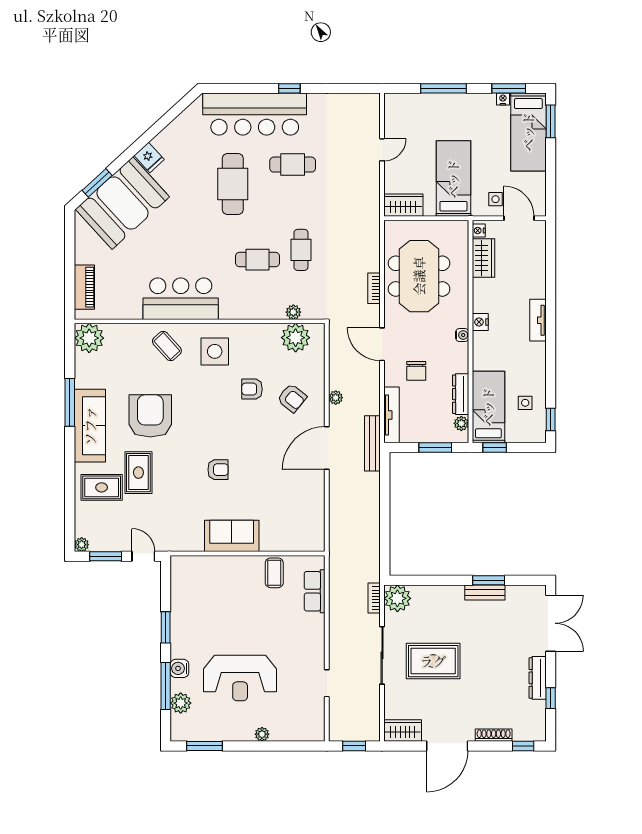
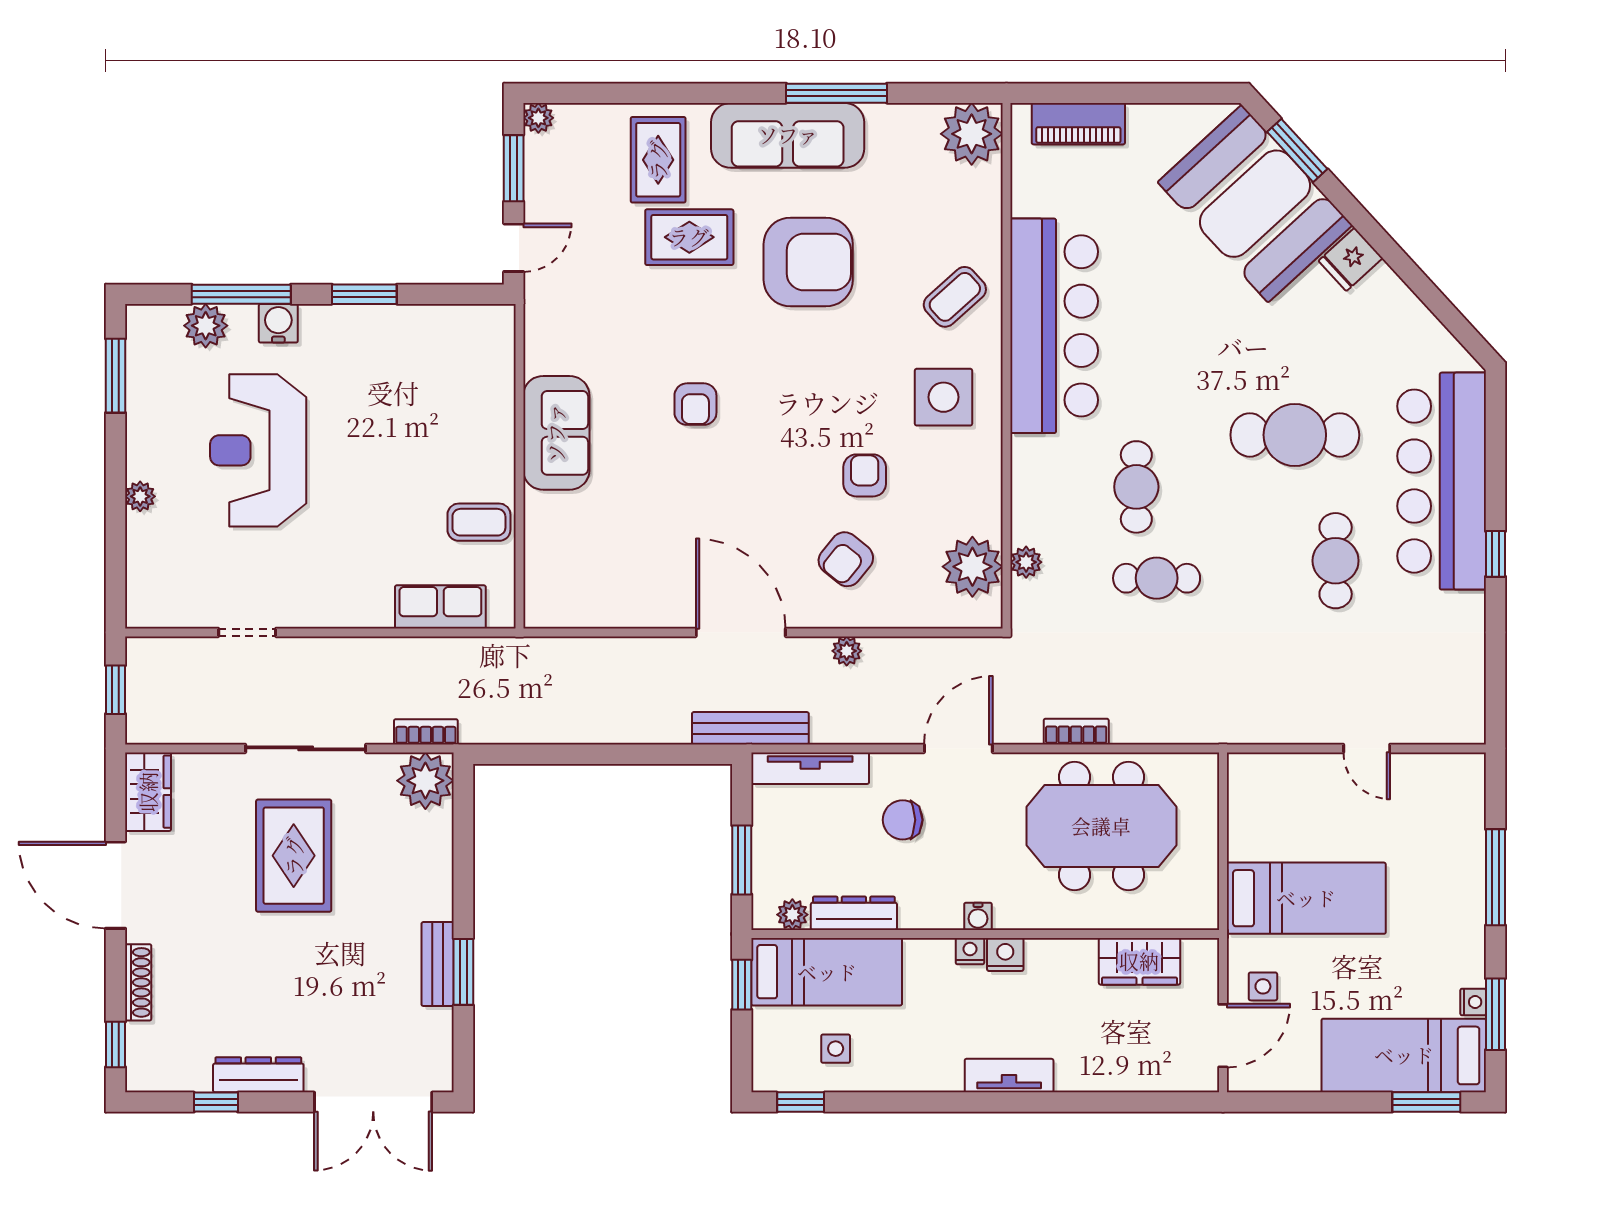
wardrobe: (403, 205) -> (1251, 793), removed
nightstand: (479, 231) -> (970, 951), moved
bar counter: (181, 299) -> (1054, 326), width x1.36

